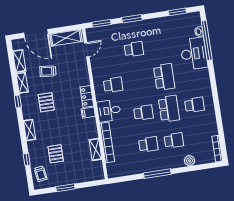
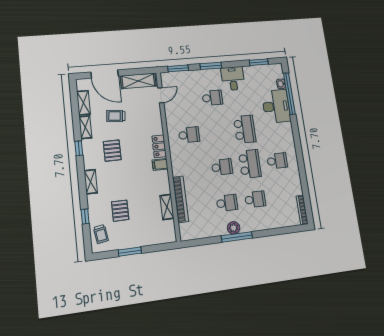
desk: (109, 111) -> (233, 79), moved, turned 90
plant: (189, 161) -> (234, 228), moved

